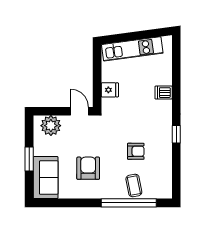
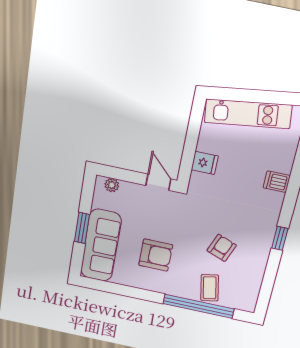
plant: (51, 126) -> (112, 185), width x0.53, depth x0.53
armchair: (136, 151) -> (222, 248), turned -69
armchair: (88, 168) -> (156, 255), turned 90
sofa: (46, 178) -> (101, 245), width x1.36

